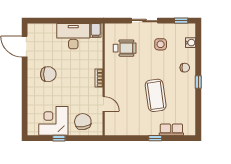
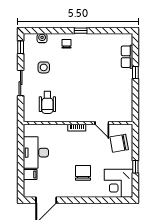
filing cabinet: (96, 30) -> (30, 174), moved
wheelchair: (125, 48) -> (47, 102), turned 180
chair: (48, 74) -> (83, 173), moved
coffee table: (156, 95) -> (94, 72), removed
door: (104, 104) -> (102, 123), swing flipped
corner desk: (53, 121) -> (119, 183), moved

